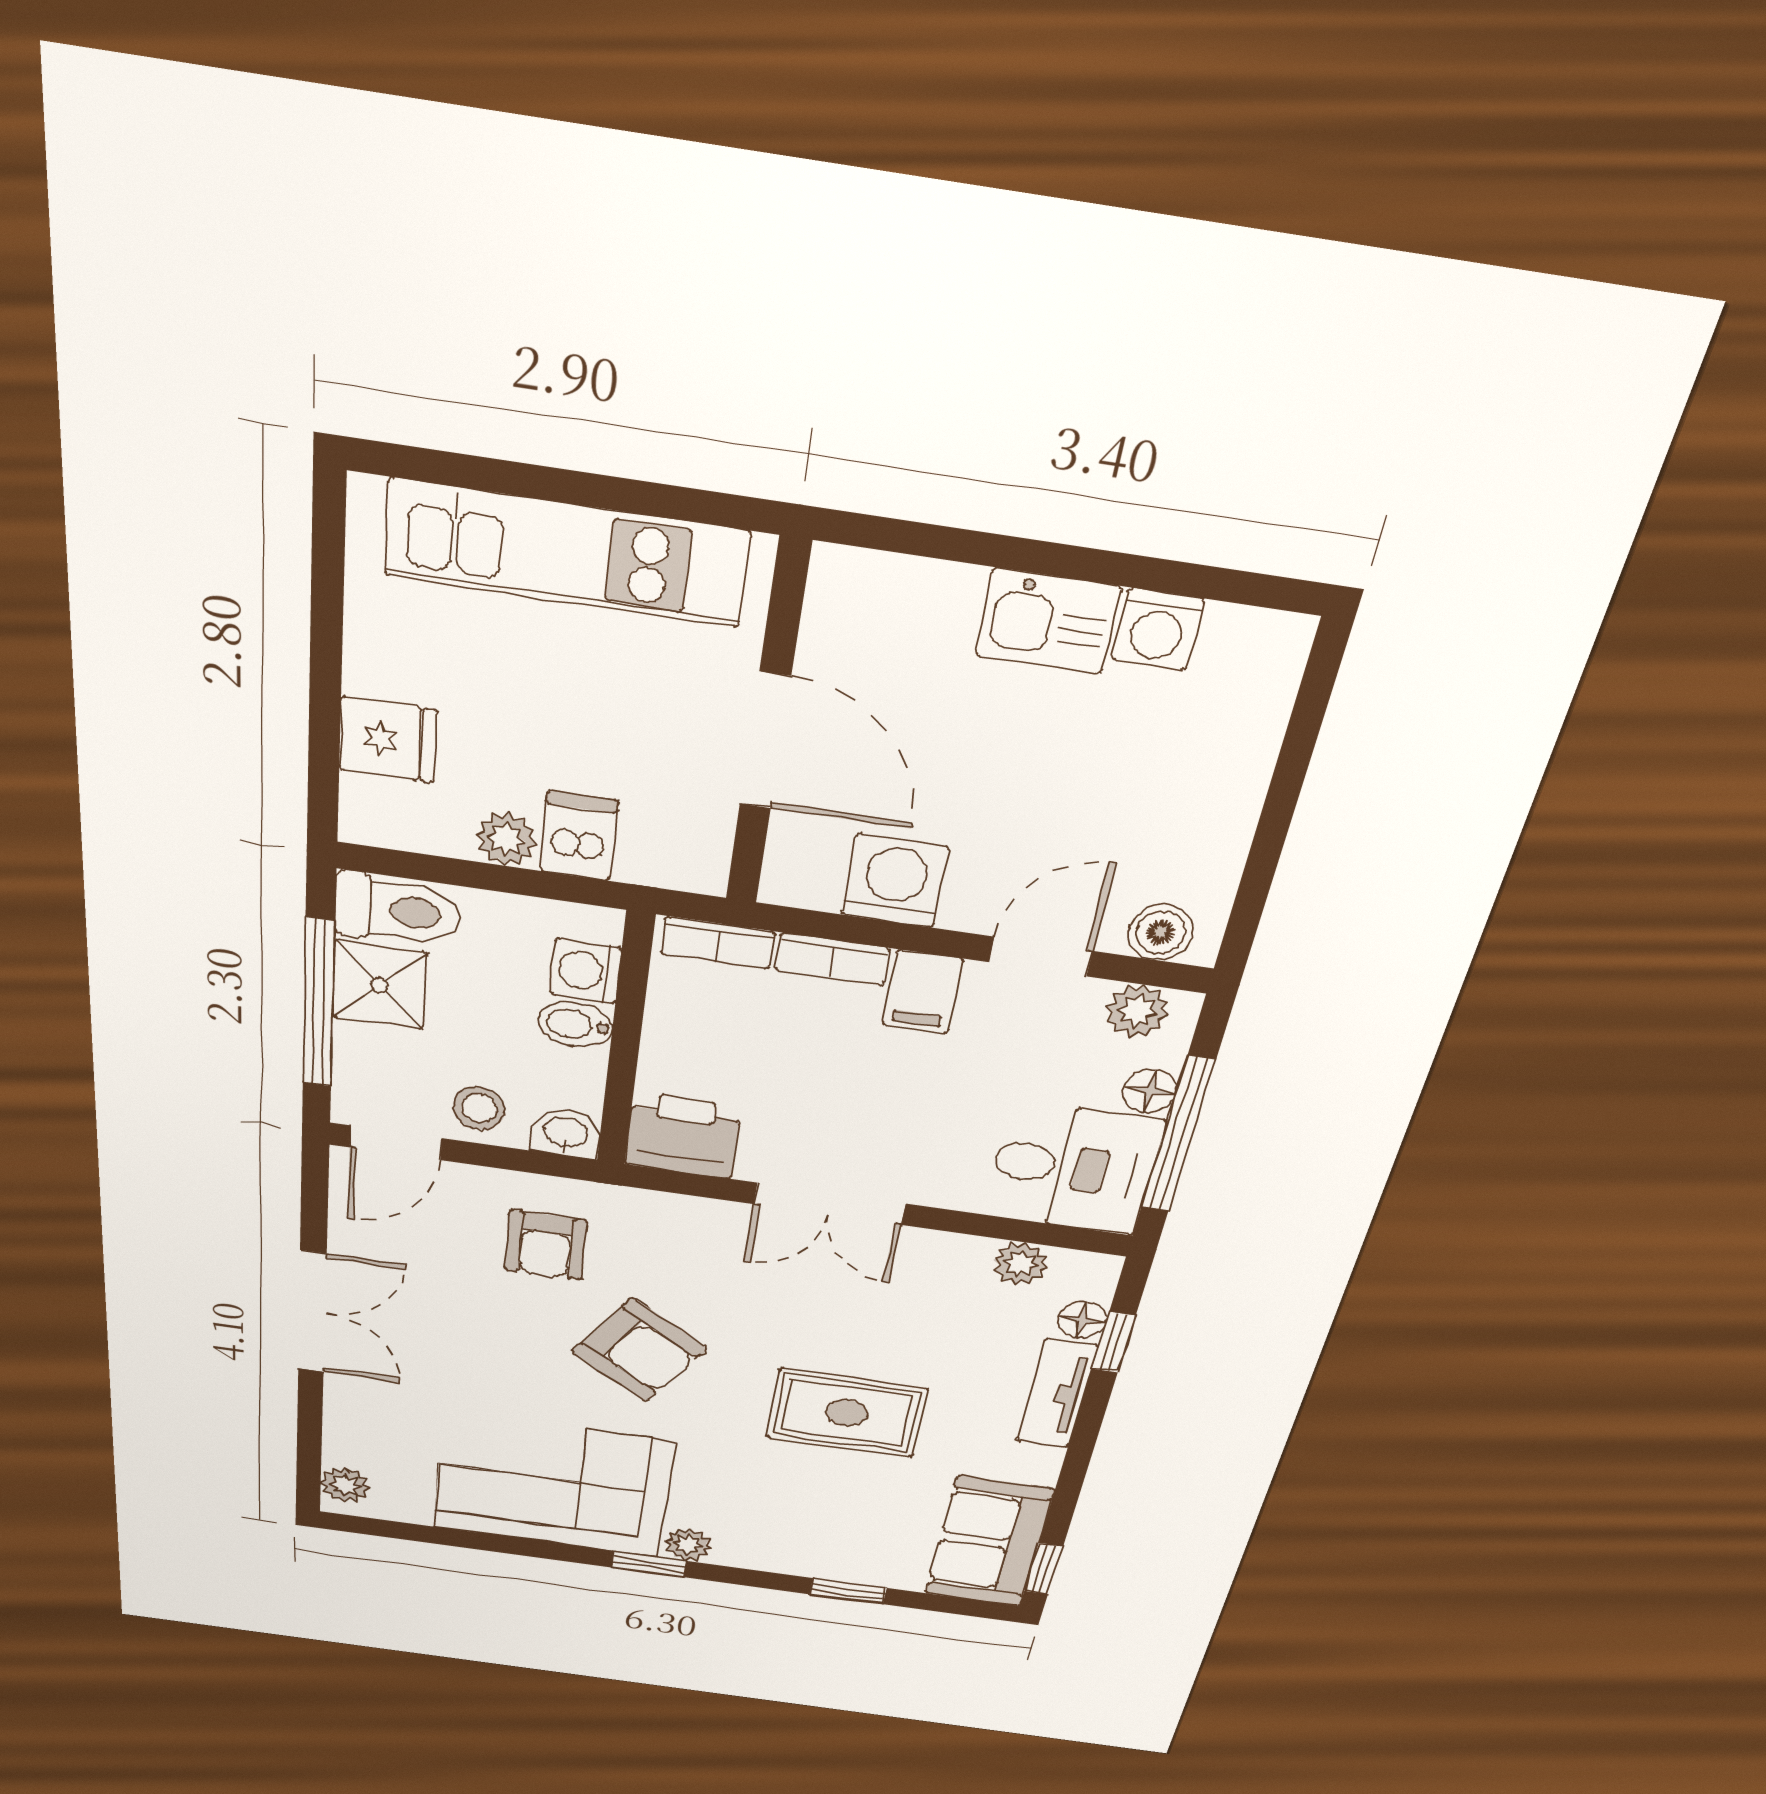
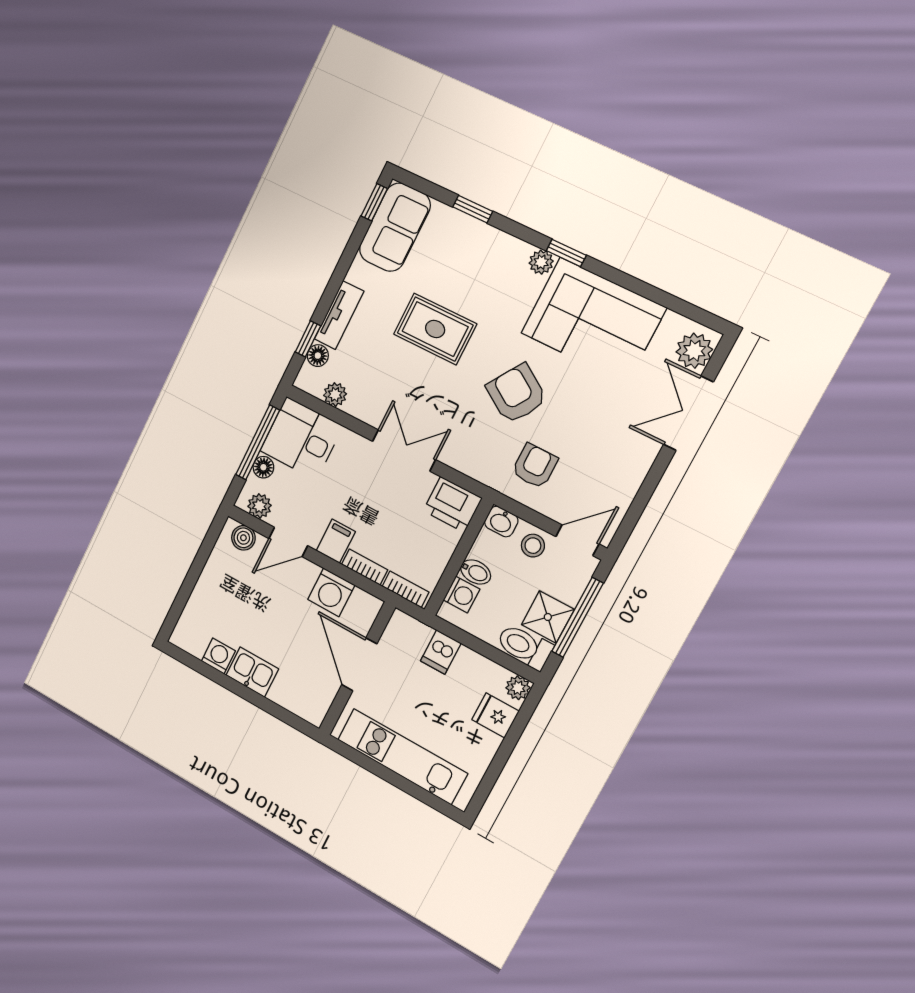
plant: (506, 839) -> (518, 688), moved
double door: (312, 1312) -> (688, 413), moved
plant: (345, 1485) -> (694, 351), width x1.38, depth x1.38

